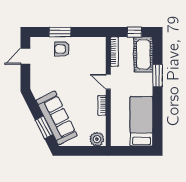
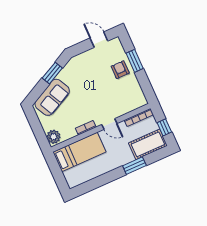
door: (108, 82) -> (109, 124), swing flipped
sofa: (57, 118) -> (52, 97), width x0.73
bed: (142, 121) -> (79, 152), moved
window: (44, 127) -> (52, 73), moved

